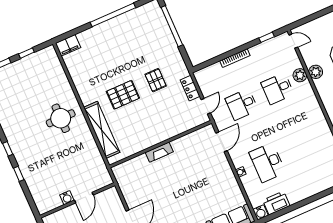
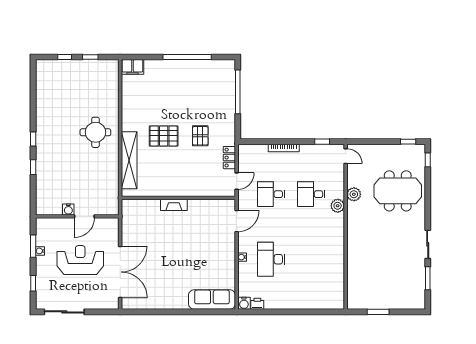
plant: (300, 75) -> (338, 206), moved
printer: (276, 203) -> (257, 304), width x0.53, depth x0.68

